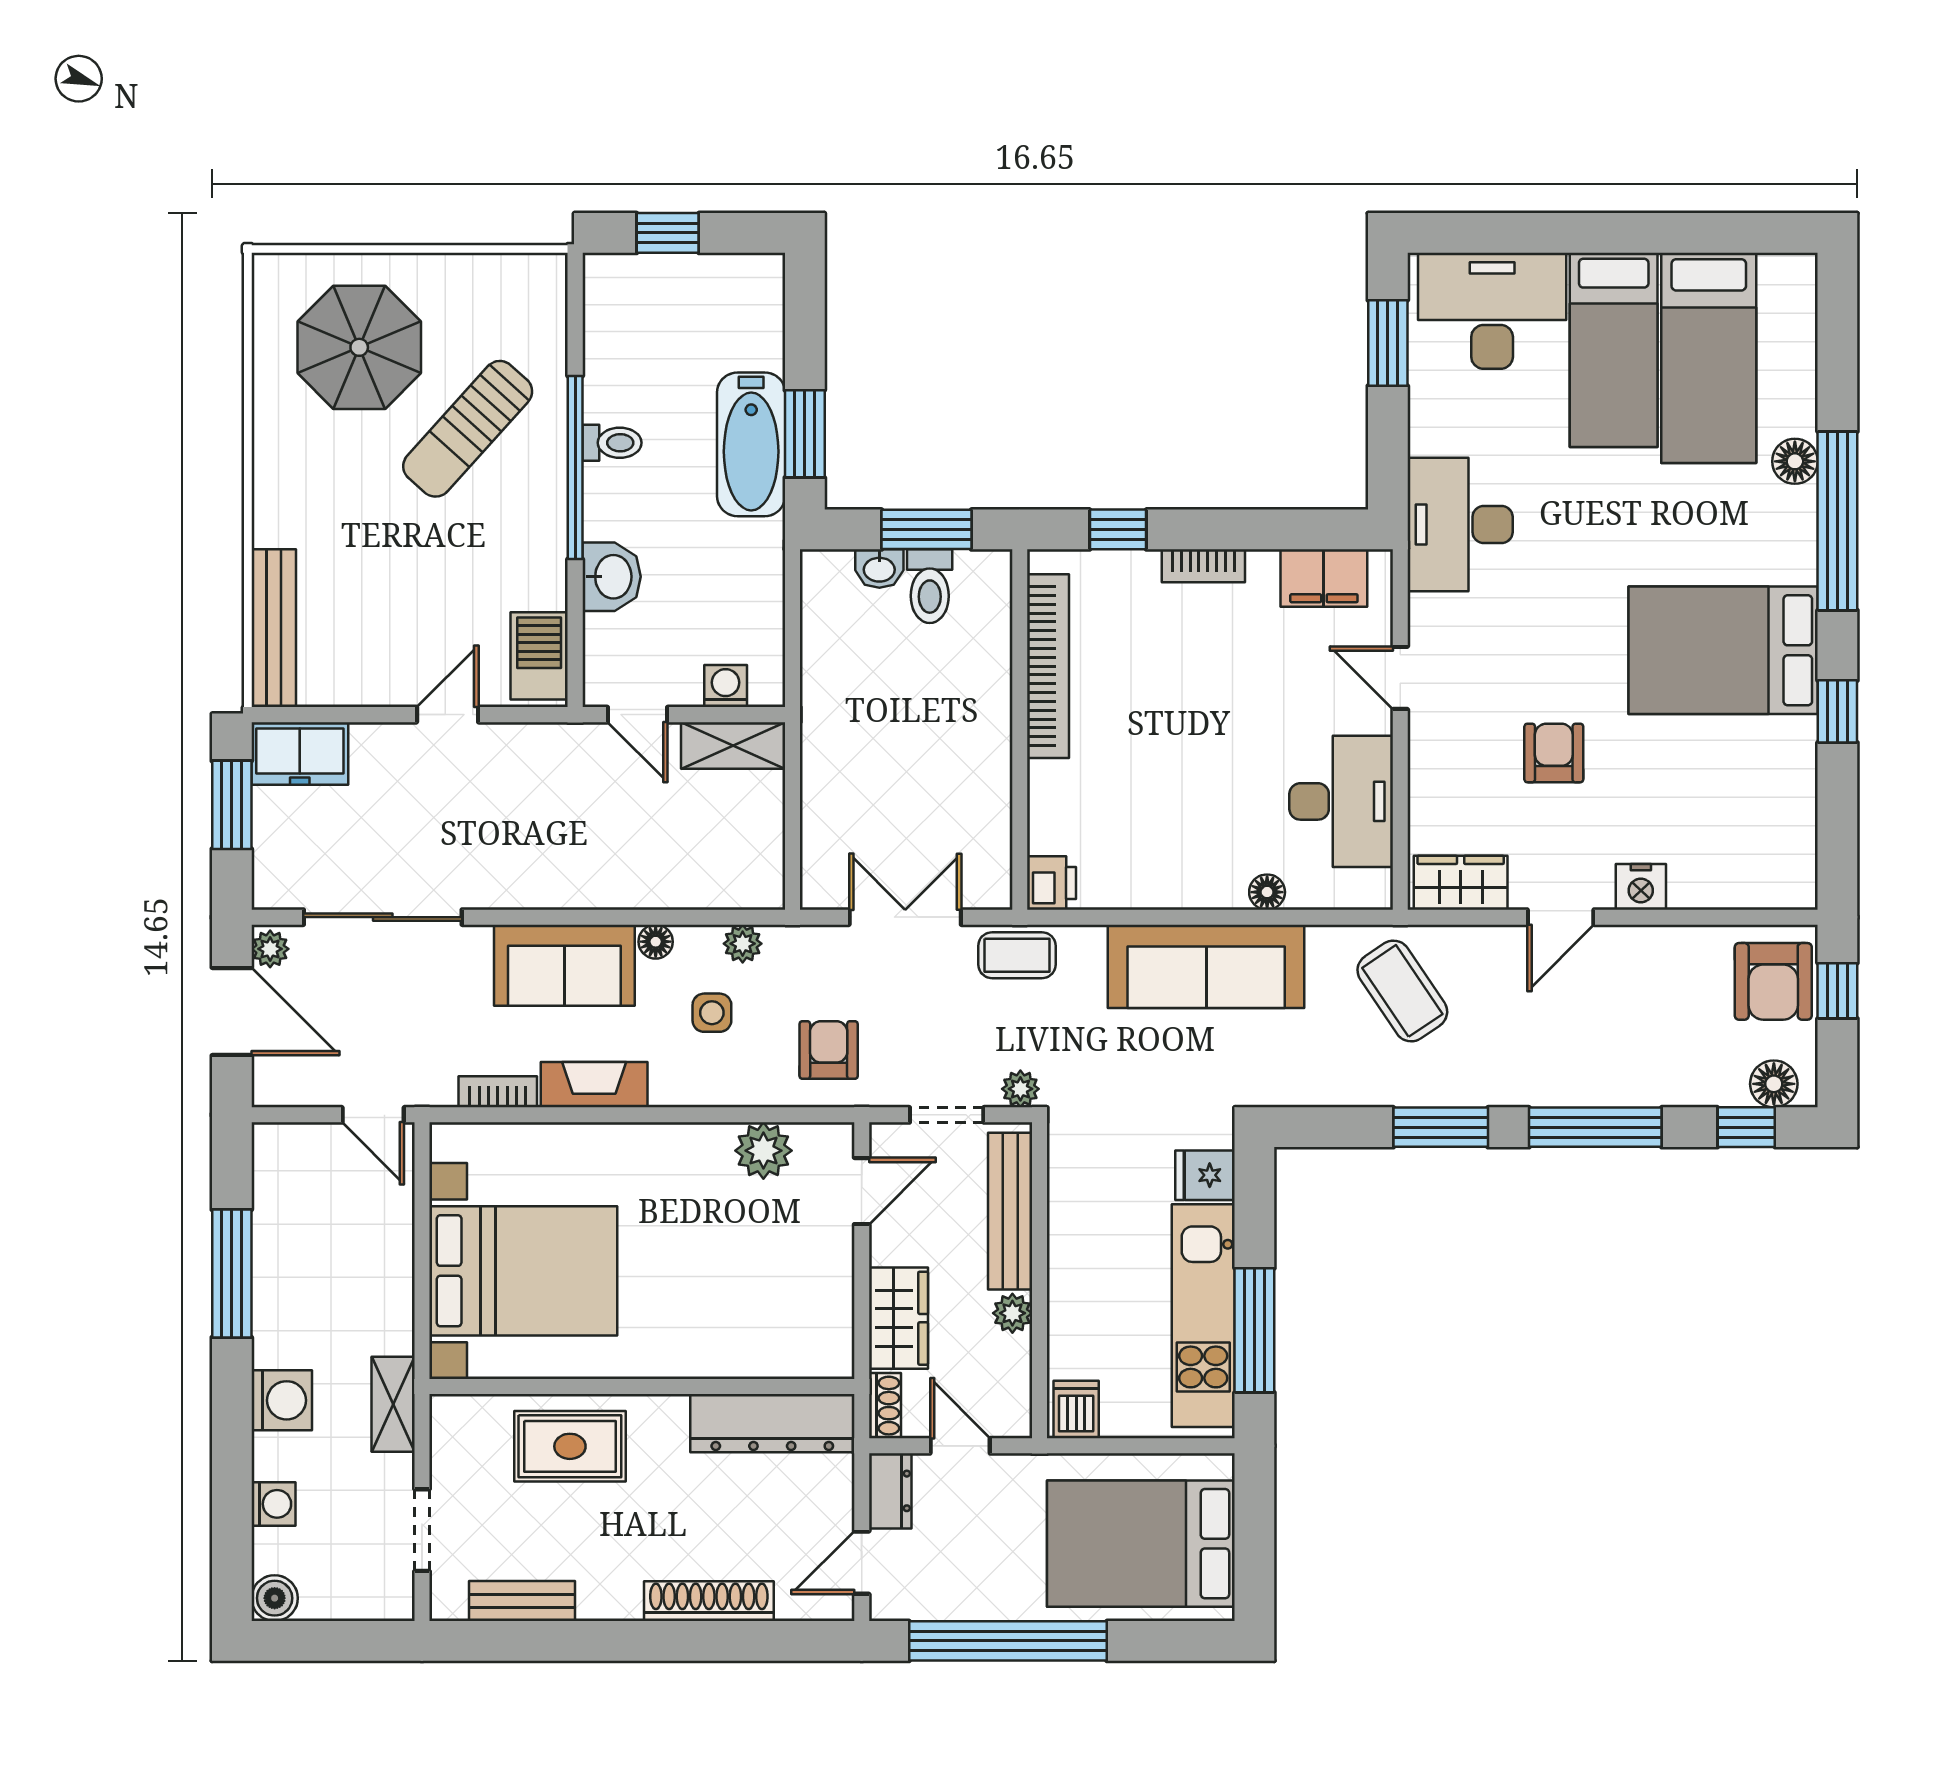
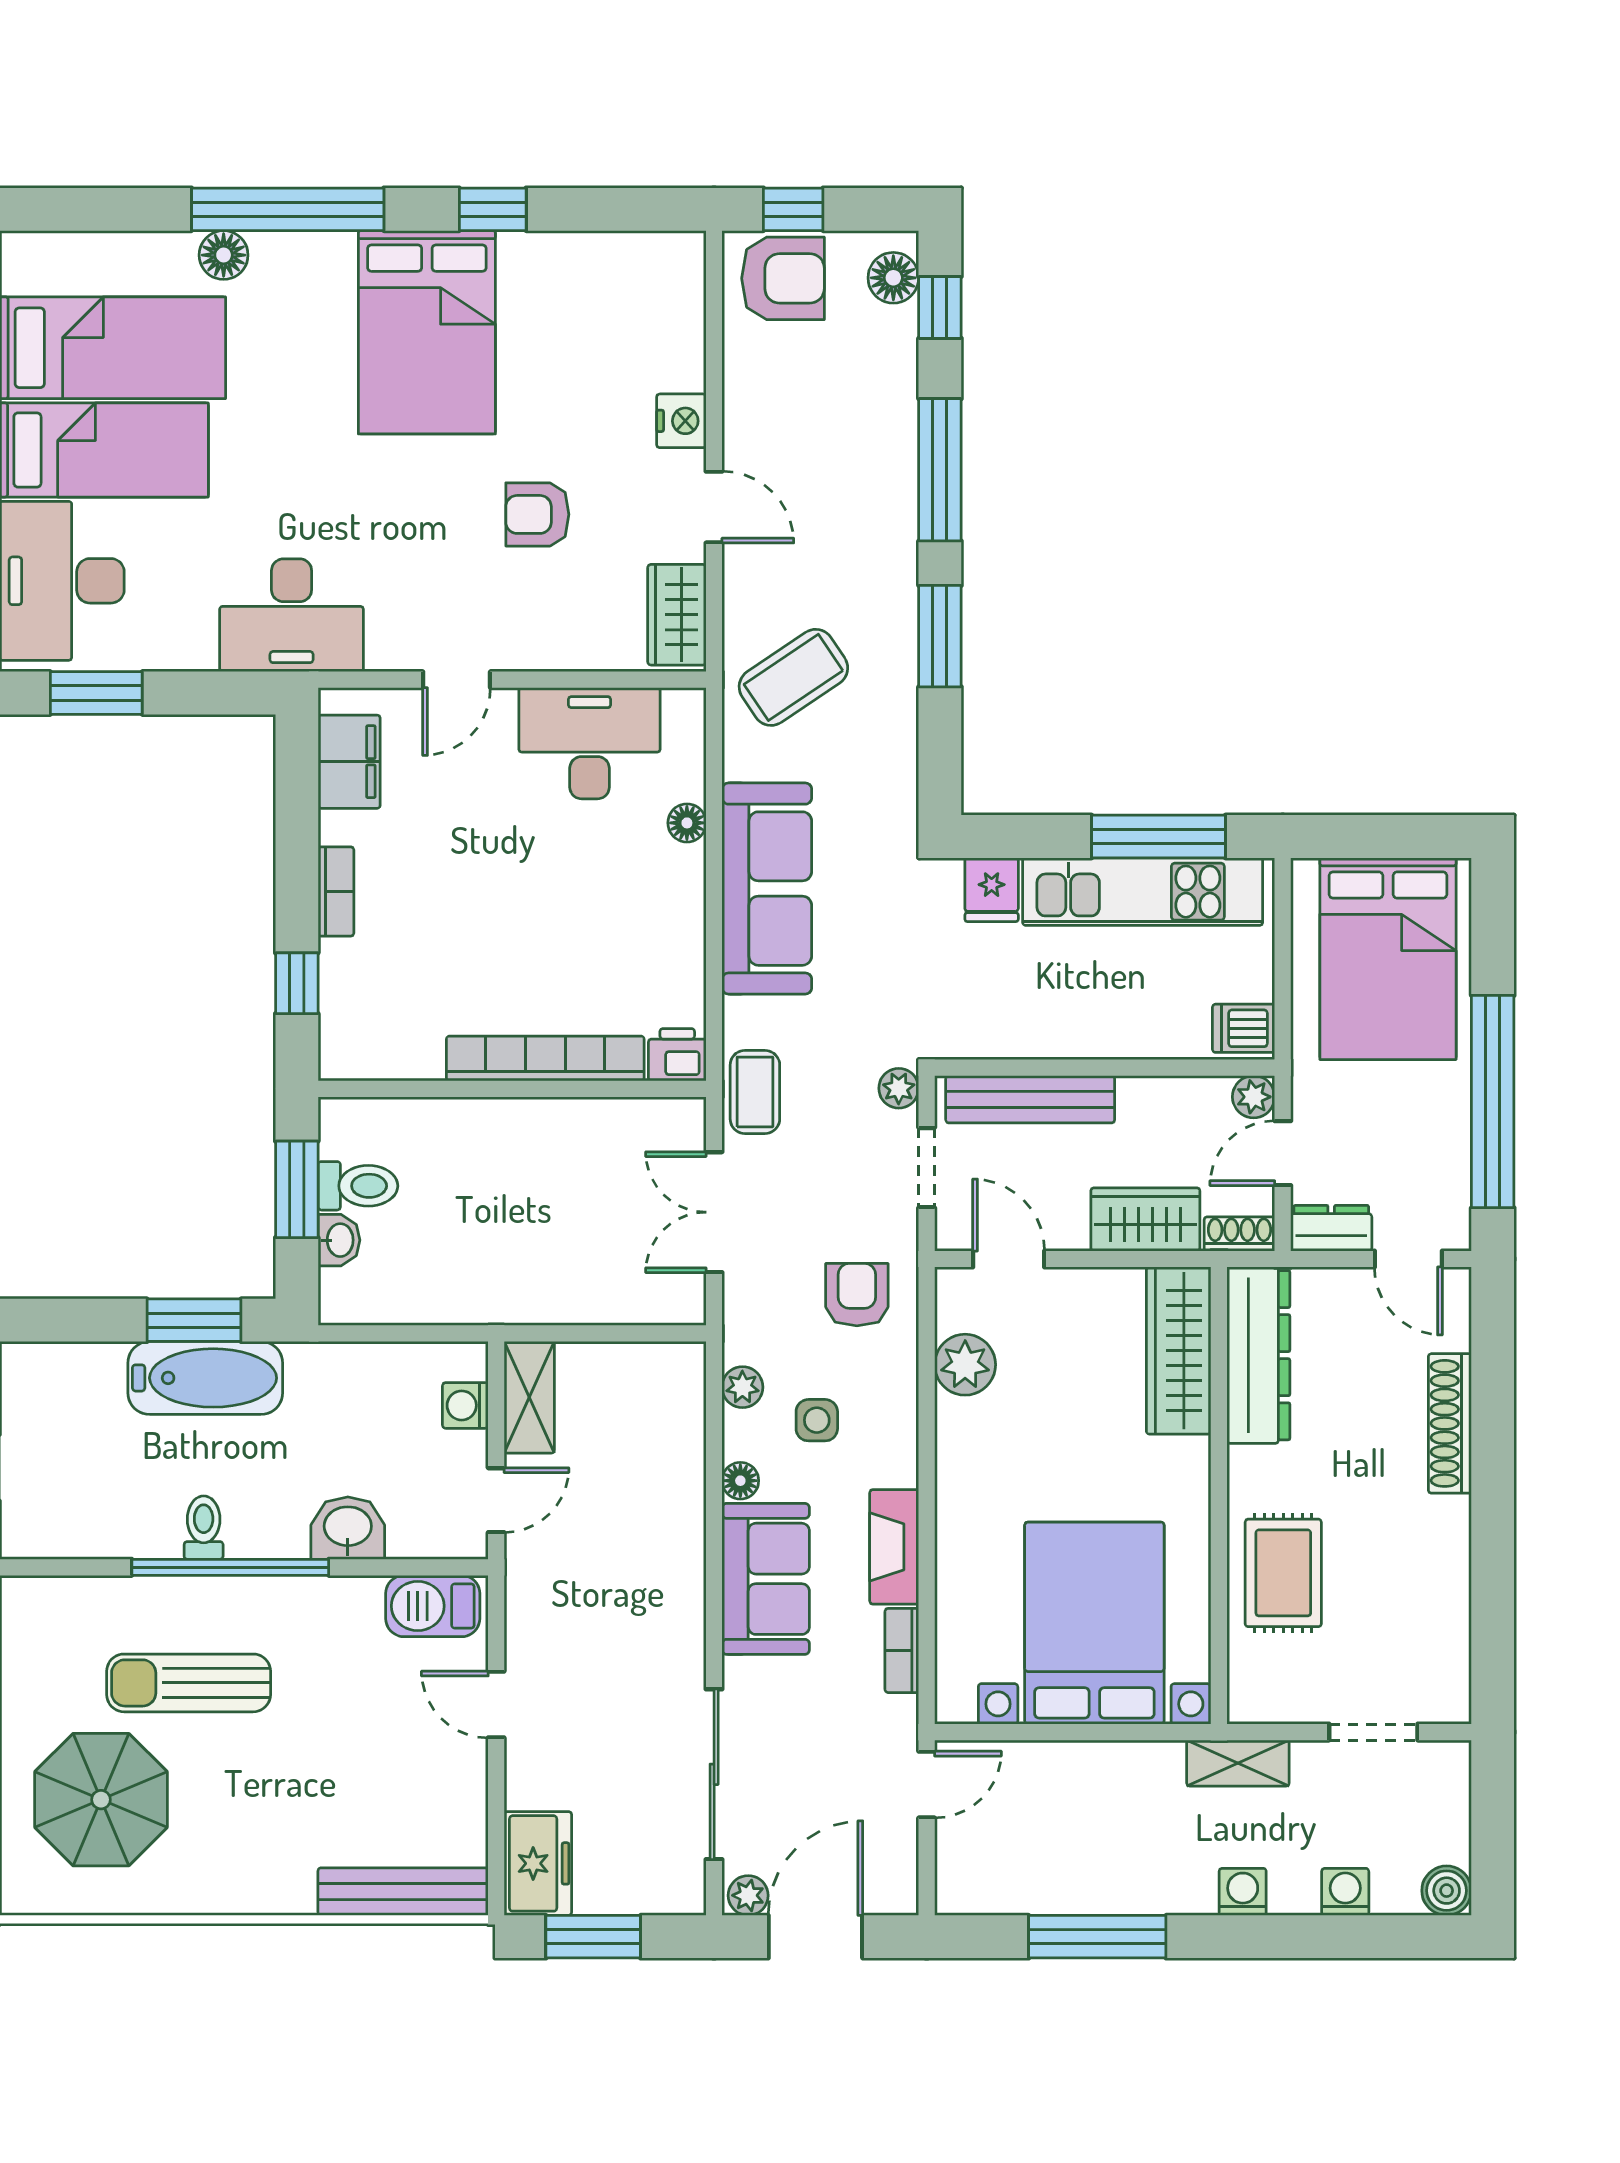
sun lounger: (468, 429) -> (189, 1683), turned 138
bookcase: (1048, 666) -> (545, 1059), moved
armchair: (829, 1050) -> (857, 1295), turned 90
plant: (1012, 1313) -> (1254, 1097), moved
wardrobe: (777, 1349) -> (1179, 1351), added
washing machine: (282, 1400) -> (1243, 1892), width x0.73, depth x0.73
bench: (522, 1601) -> (1450, 1624), removed

